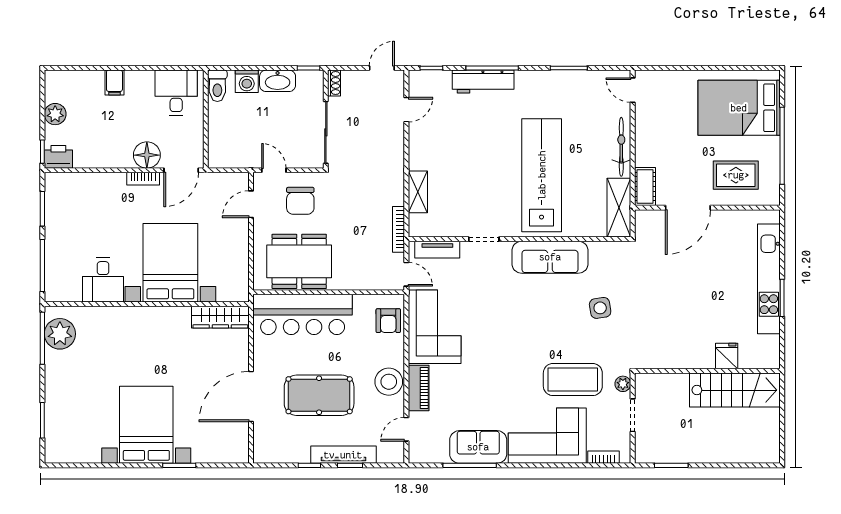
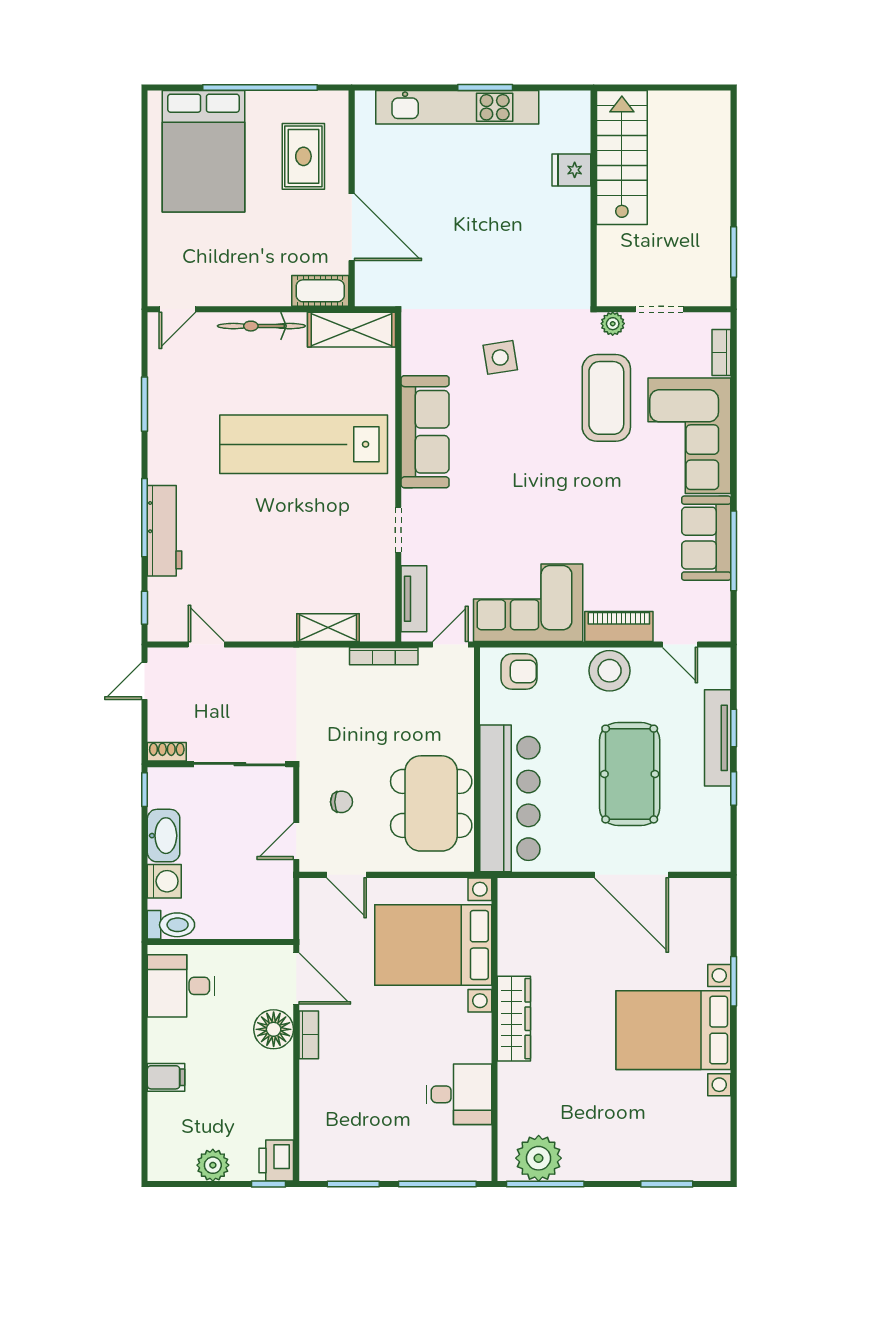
door: (382, 68) -> (145, 681), hinge flipped
chair: (300, 201) -> (341, 802), width x0.54, depth x0.54
bed with nightstands: (170, 263) -> (433, 945), moved
wardrobe: (220, 317) -> (514, 1019), moved

